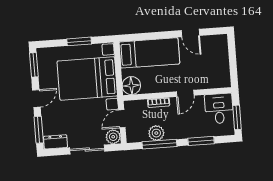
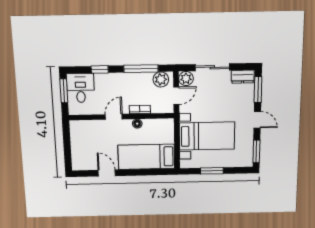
bed with nightstands: (87, 79) -> (207, 136), width x0.73
floor lamp: (131, 86) -> (137, 124), moved, width x0.53, depth x0.53
door: (36, 99) -> (257, 120), swing flipped
desk: (219, 109) -> (81, 88), moved, turned 180
plant: (156, 133) -> (161, 79), moved
window: (201, 141) -> (100, 69), width x0.67

